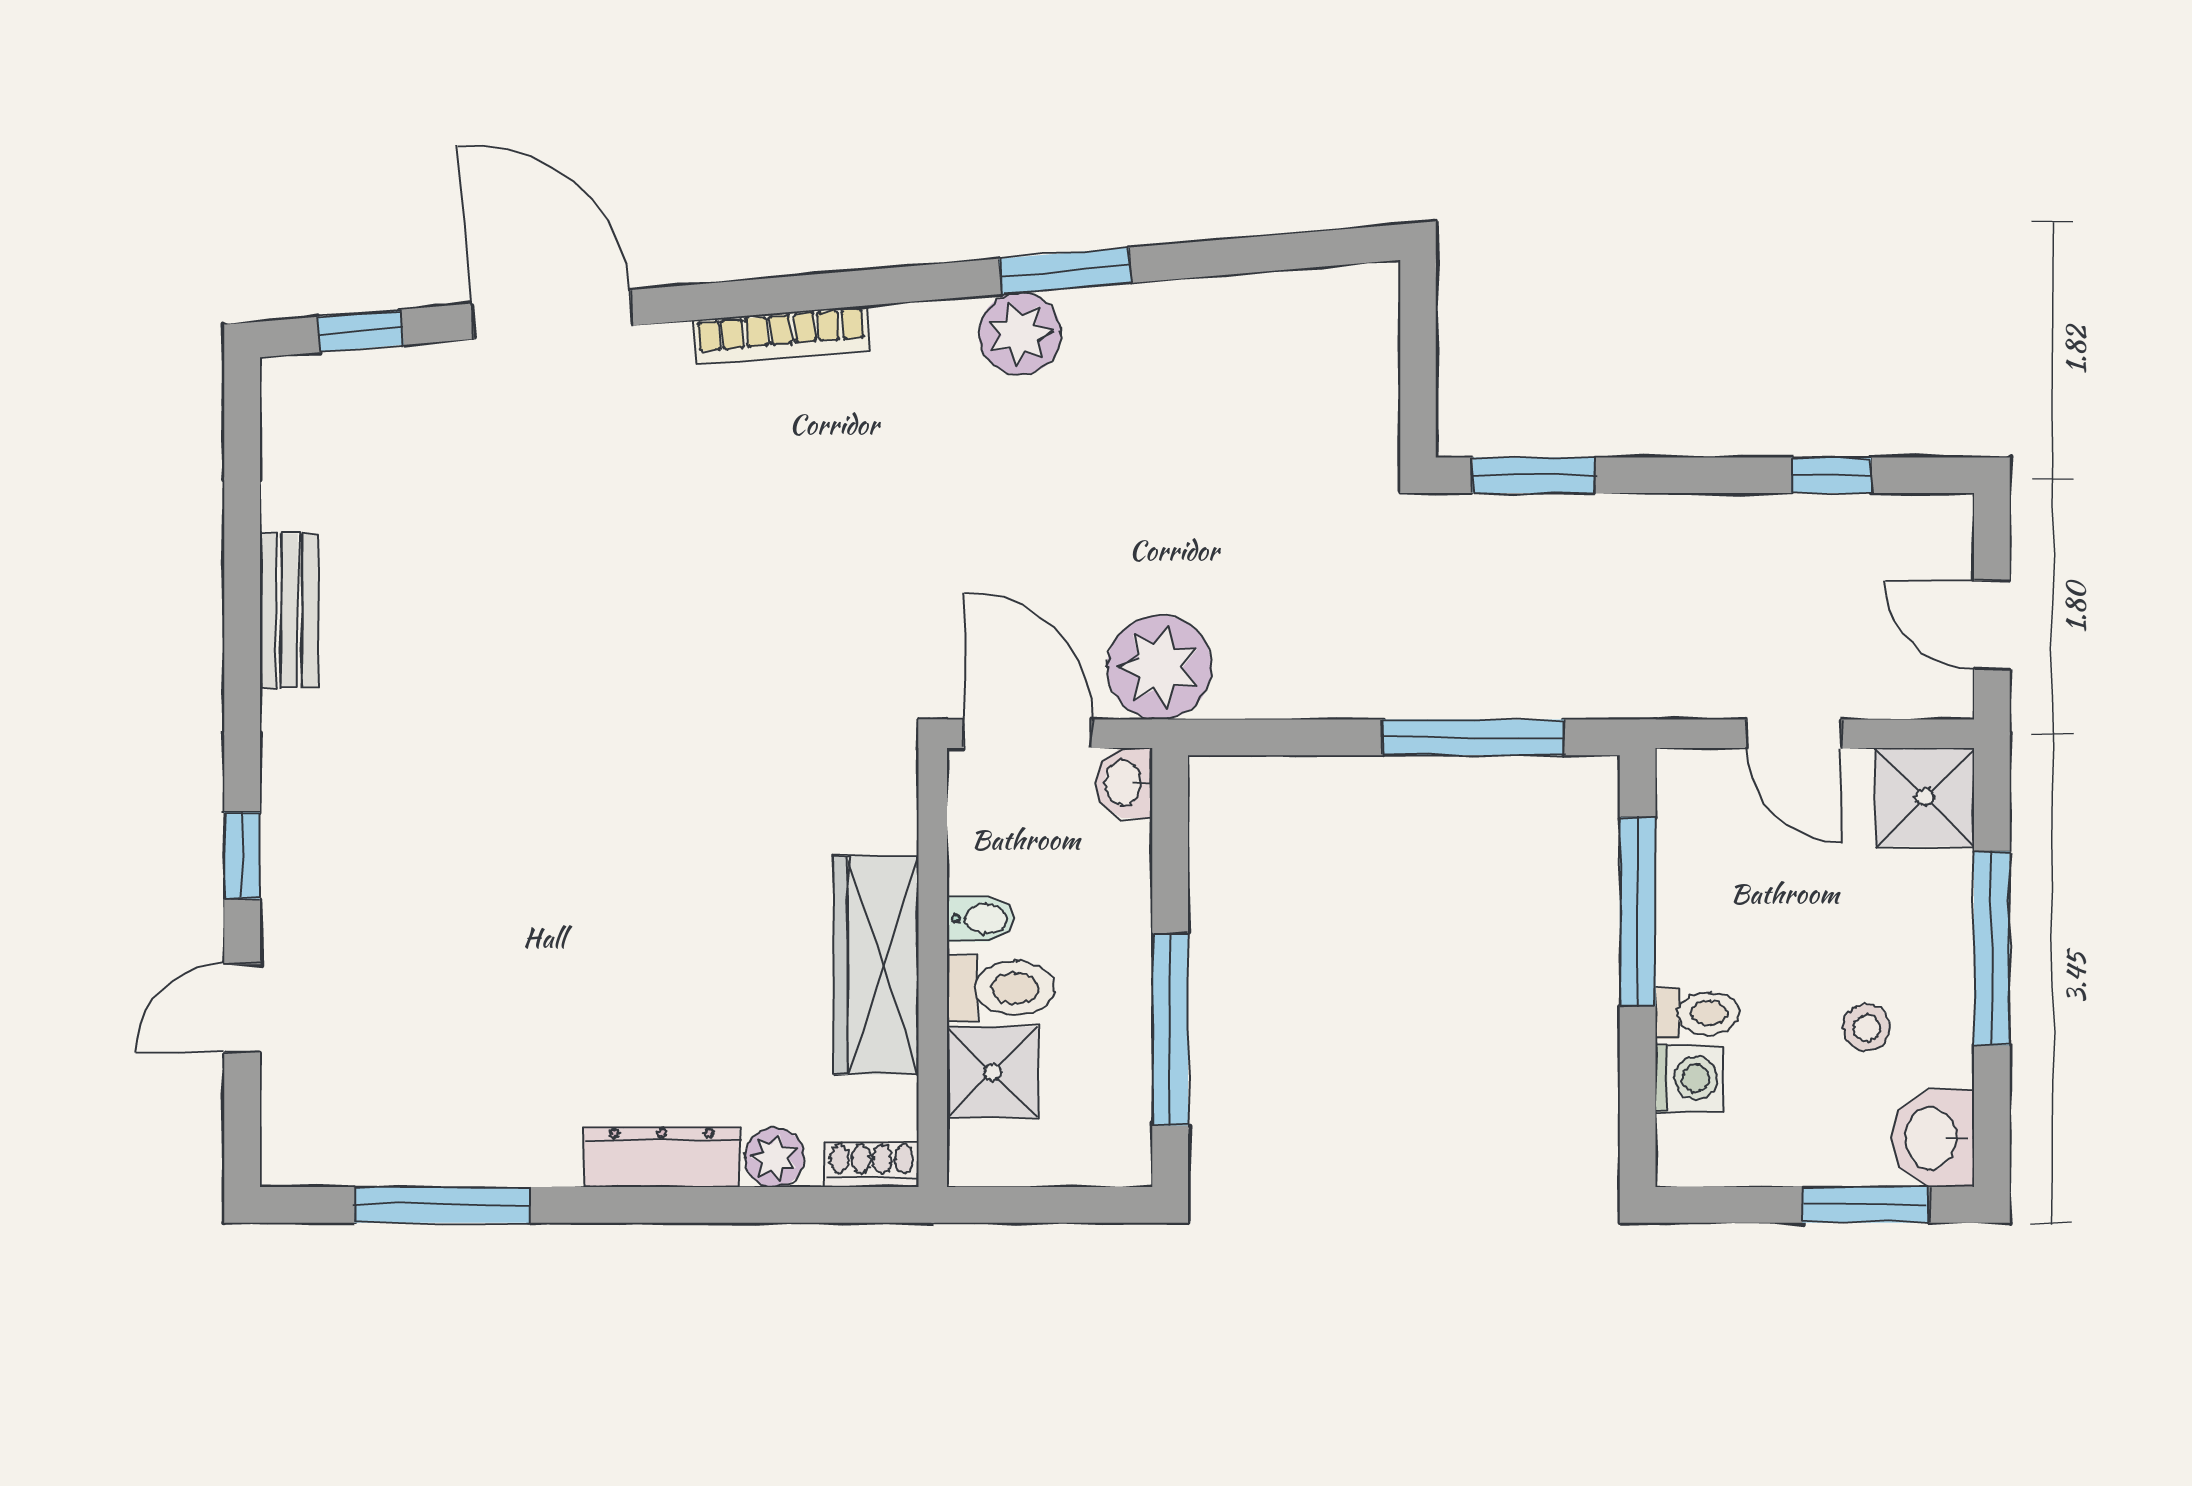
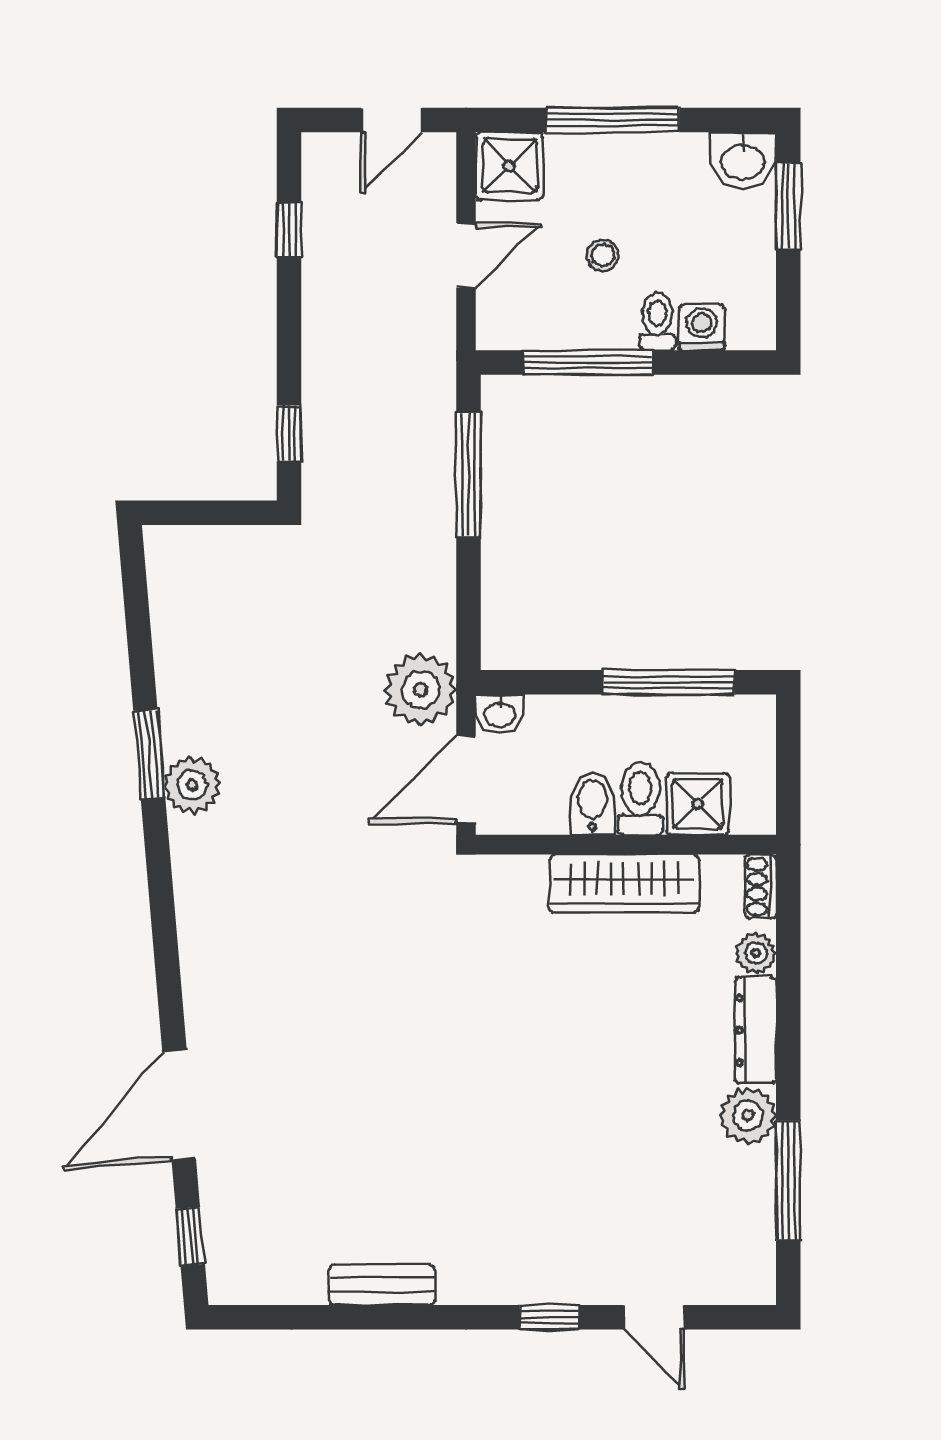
bookcase: (781, 335) -> (193, 949), removed
window: (1534, 475) -> (289, 433), width x0.67
bidet: (981, 919) -> (592, 804), width x1.38, depth x1.36
stool: (1866, 1028) -> (603, 255), moved
plant: (537, 1146) -> (748, 1116), added

